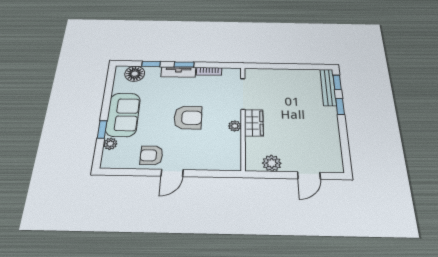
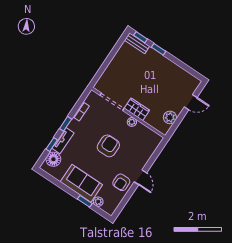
tv unit: (178, 72) -> (63, 141), moved
bench: (328, 87) -> (137, 43), width x0.73
door: (309, 176) -> (191, 102), hinge flipped

